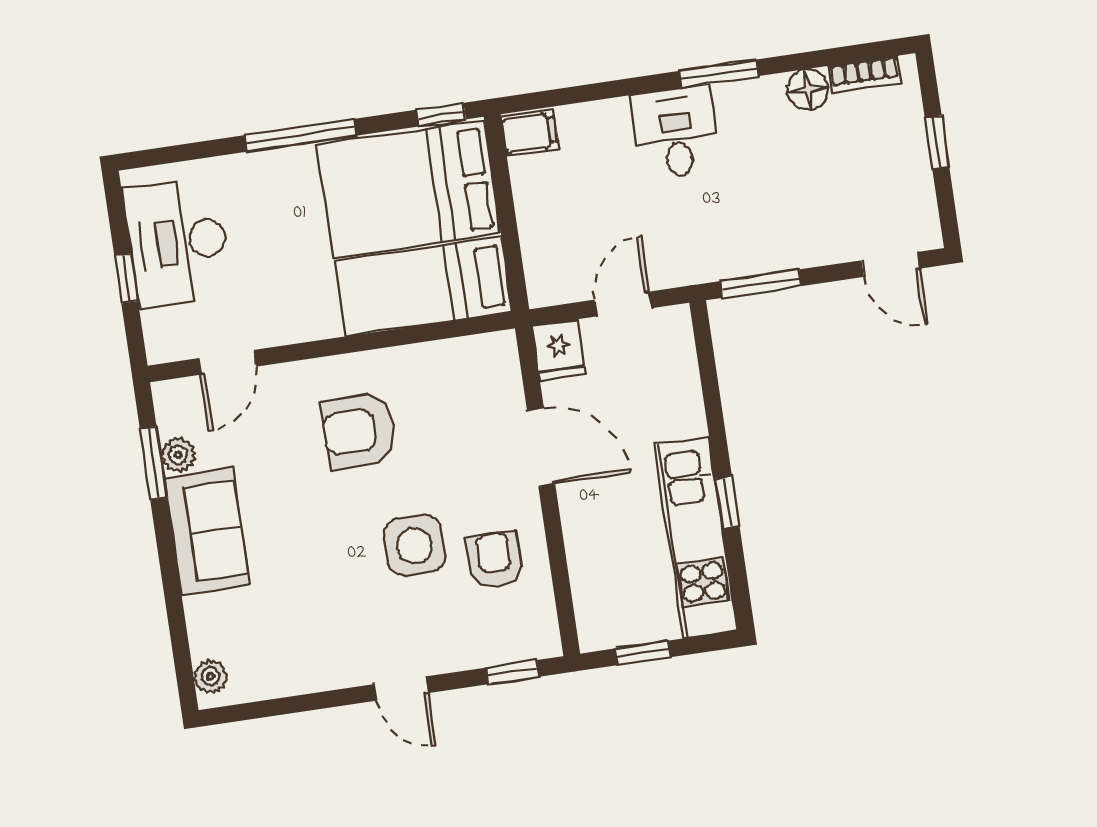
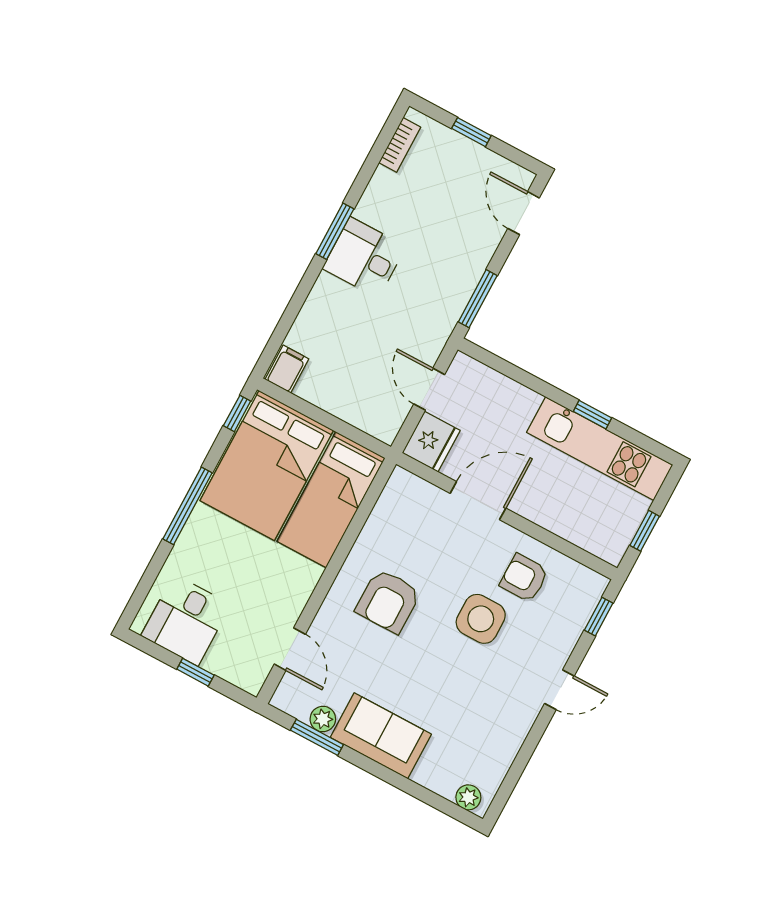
floor lamp: (808, 90) -> (384, 185), removed
desk: (676, 132) -> (364, 258), moved
desk: (178, 242) -> (186, 620), width x0.73
door: (891, 264) -> (524, 213), swing flipped
fridge: (559, 350) -> (431, 442), width x1.38

